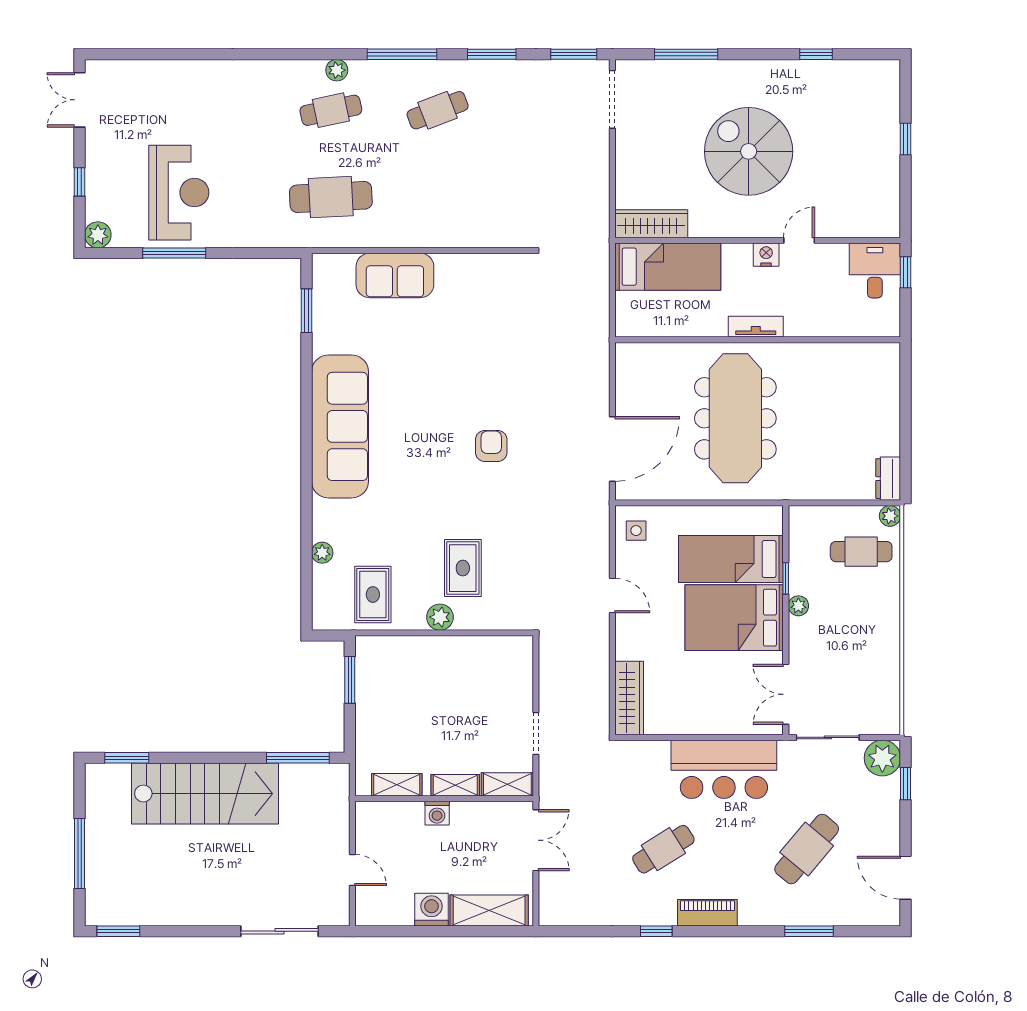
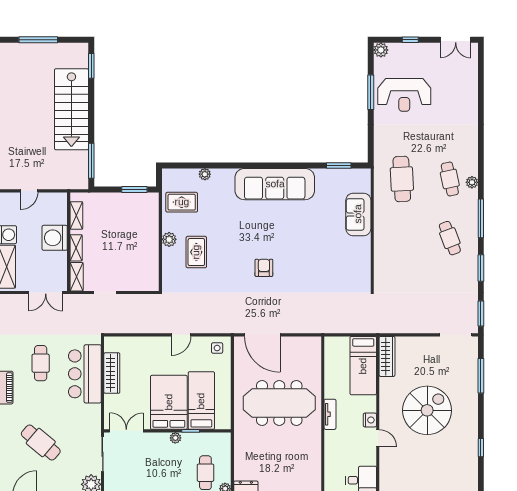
double door: (80, 100) -> (456, 40), swing flipped
armchair: (491, 446) -> (264, 268), turned -90
rug: (463, 568) -> (196, 252), turned 90
wardrobe: (629, 698) -> (112, 373), moved, turned -90
bar counter: (724, 769) -> (85, 374), moved
washing machine: (437, 813) -> (55, 238), width x1.89, depth x1.89
cafe table: (663, 849) -> (41, 363), turned 32

